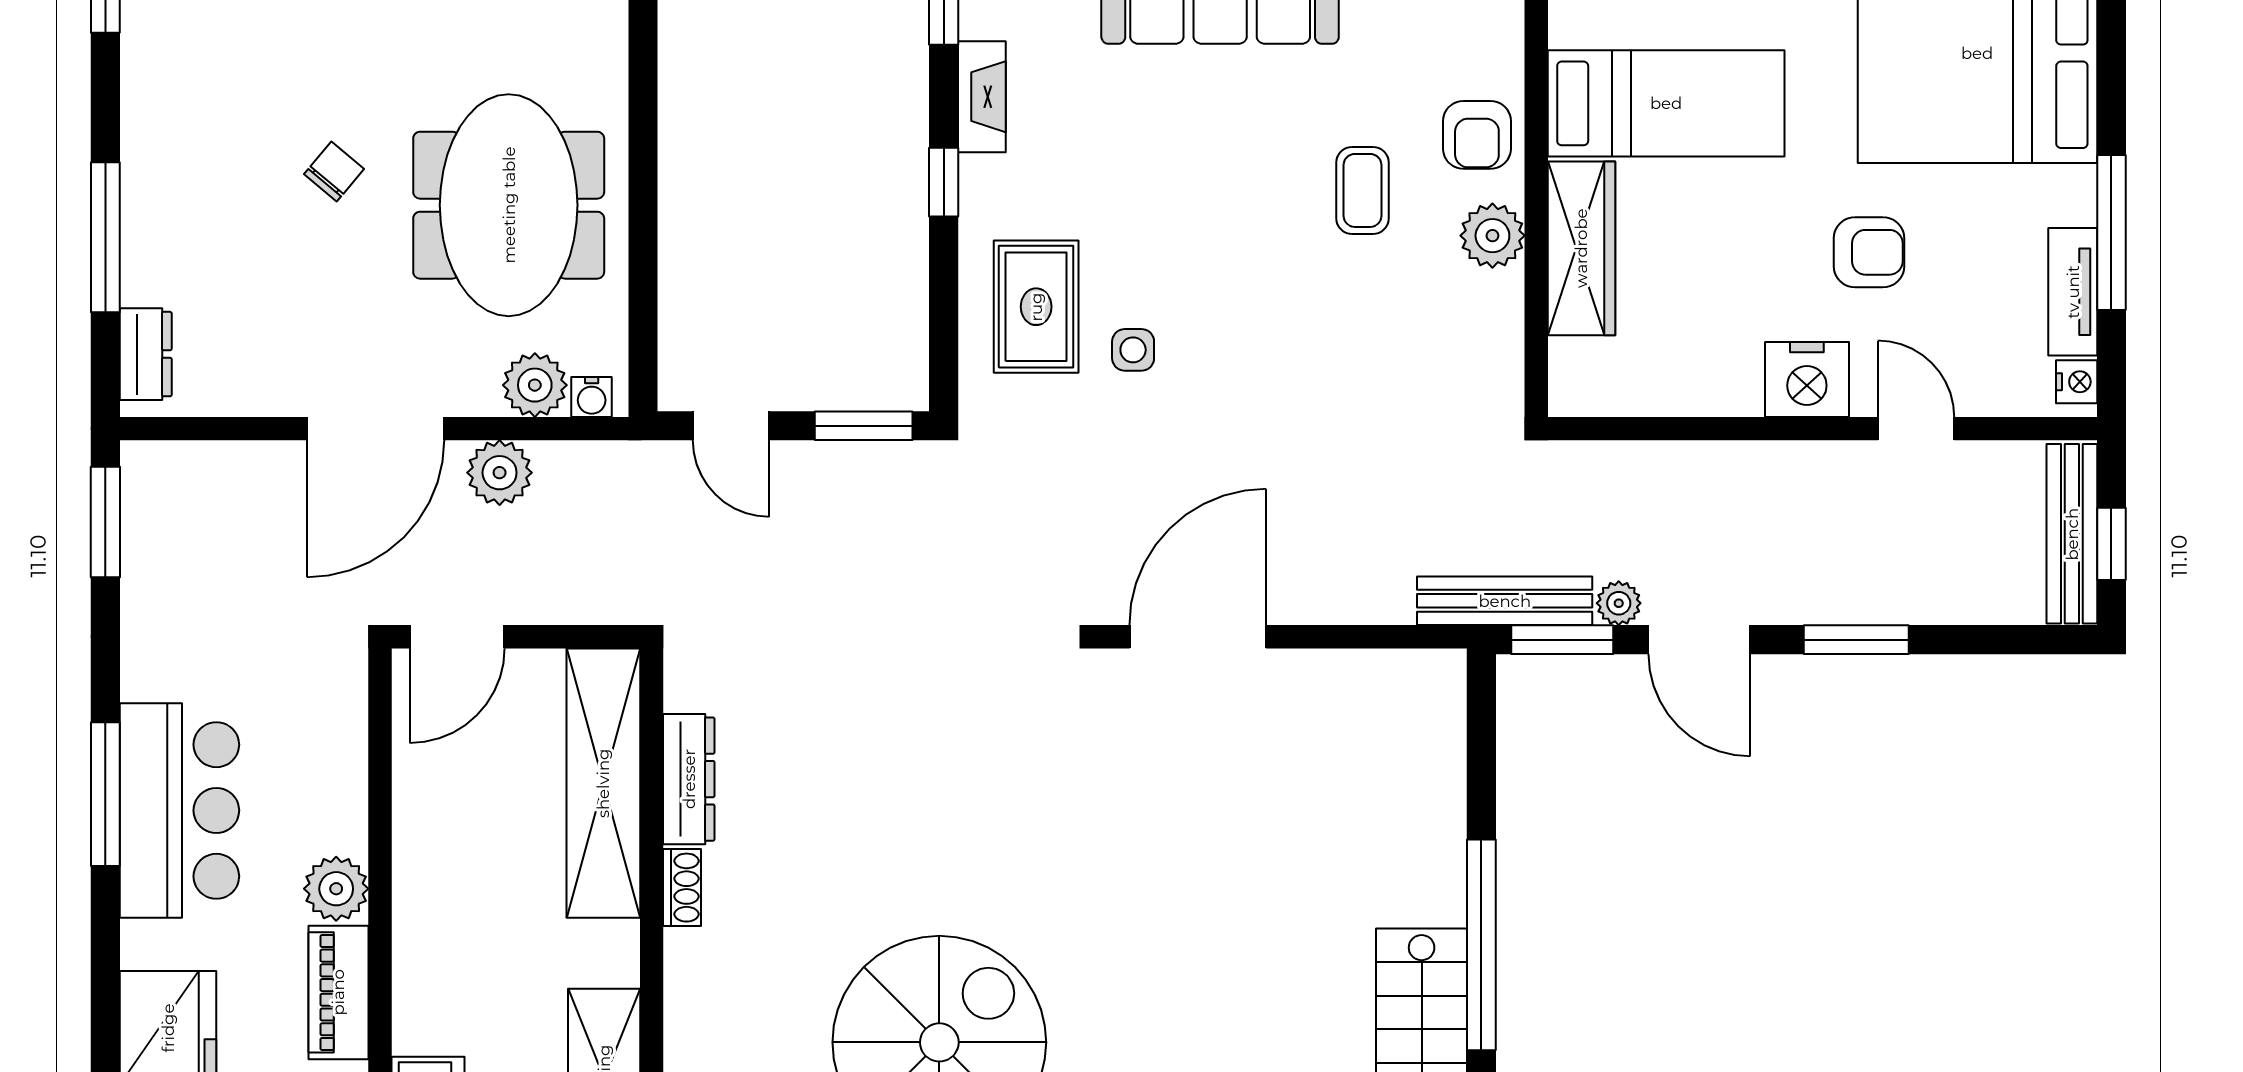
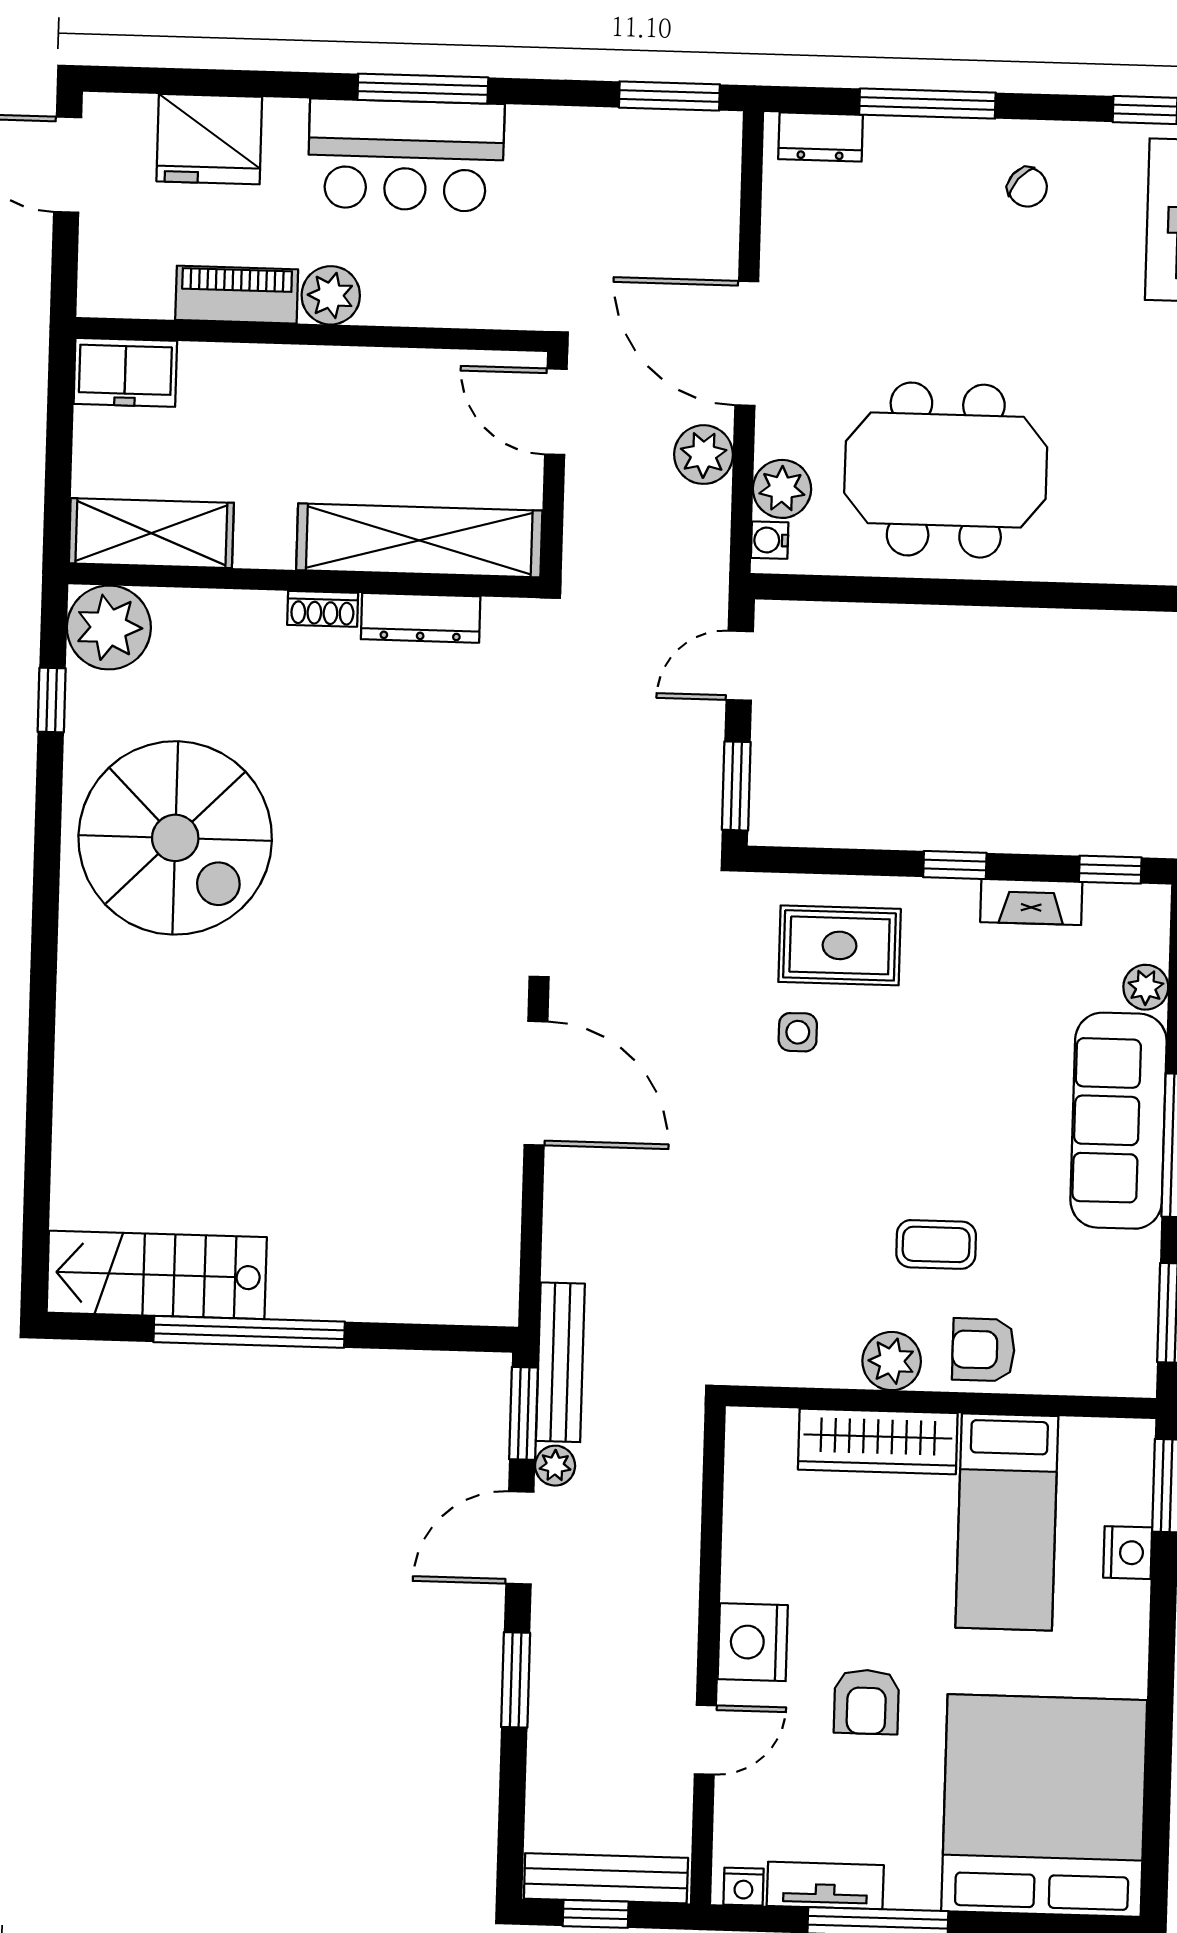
chair: (334, 172) -> (1027, 187), moved

